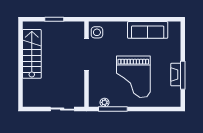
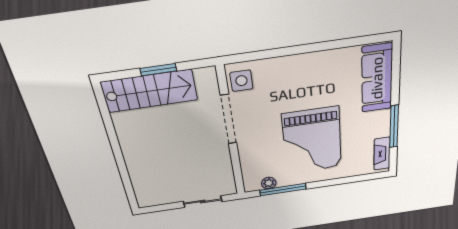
sofa: (148, 30) -> (377, 78), moved, turned 90
stairs: (32, 54) -> (150, 91), moved, turned 90
fireplace: (176, 75) -> (382, 154), moved

